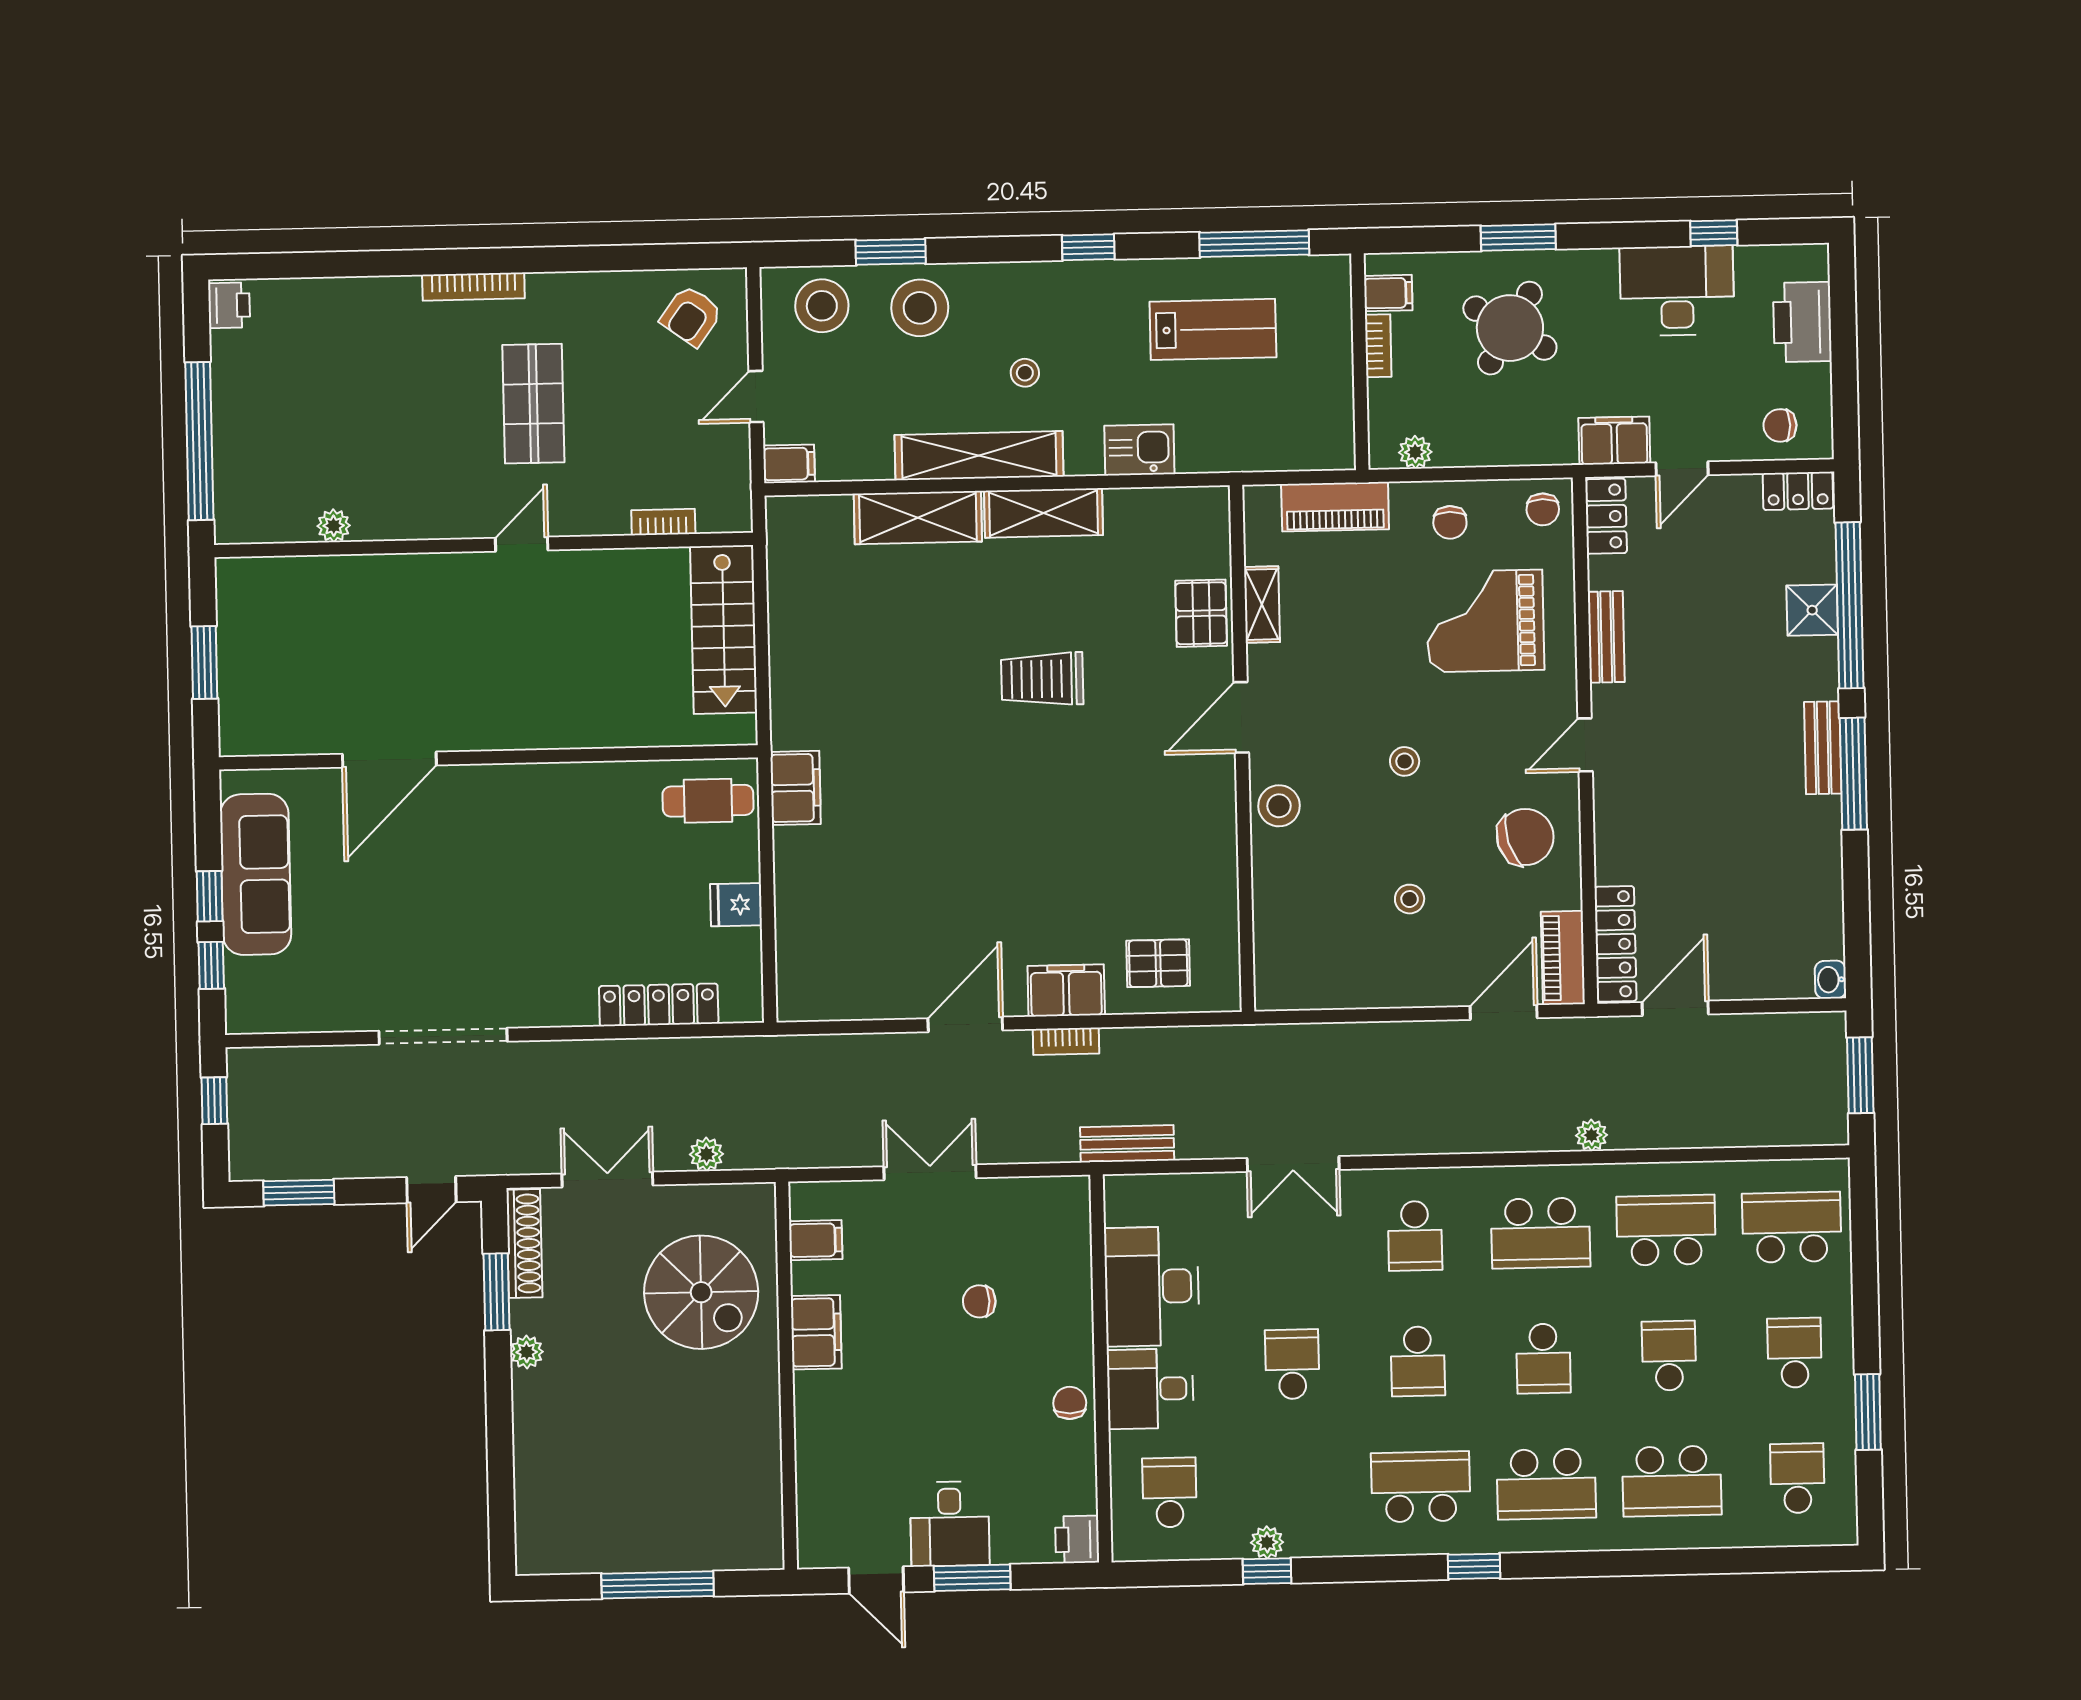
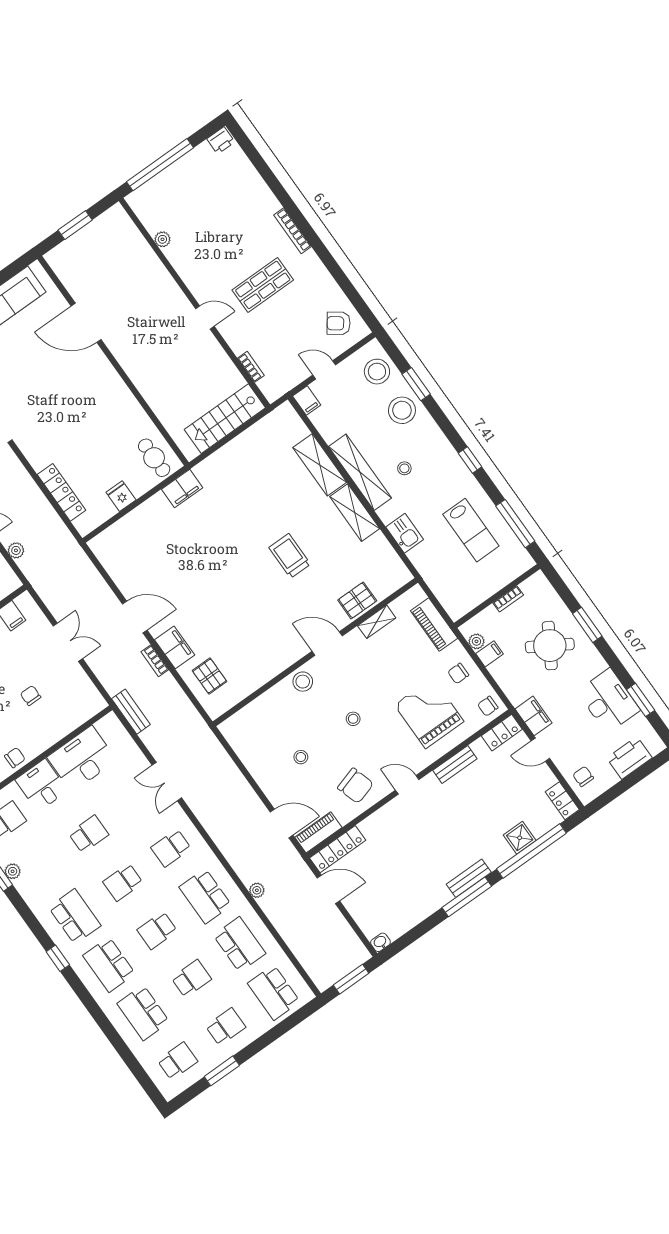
window: (1714, 233) -> (641, 700), width x1.50
filing cabinet: (1388, 293) -> (489, 654), moved, turned -90
school desk: (1792, 1227) -> (274, 993), turned 180

